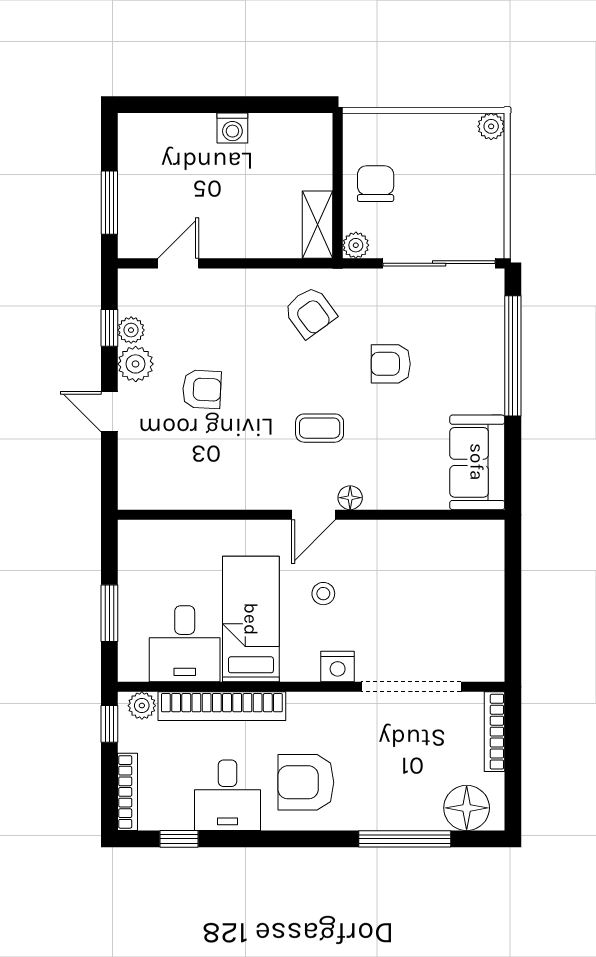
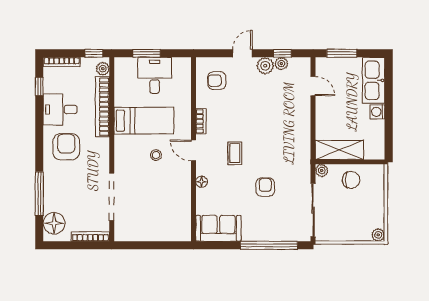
kitchen sink: (166, 136) -> (374, 80), added
shelving: (317, 225) -> (340, 150), width x1.50, depth x1.33
armchair: (310, 312) -> (290, 149), removed
armchair: (202, 389) -> (217, 81), moved, turned 87
floor lamp: (350, 498) -> (202, 182), moved
bookcase: (252, 499) -> (201, 121), added
desk: (185, 644) -> (155, 75), moved, turned 90
nightstand: (338, 666) -> (121, 162), removed

